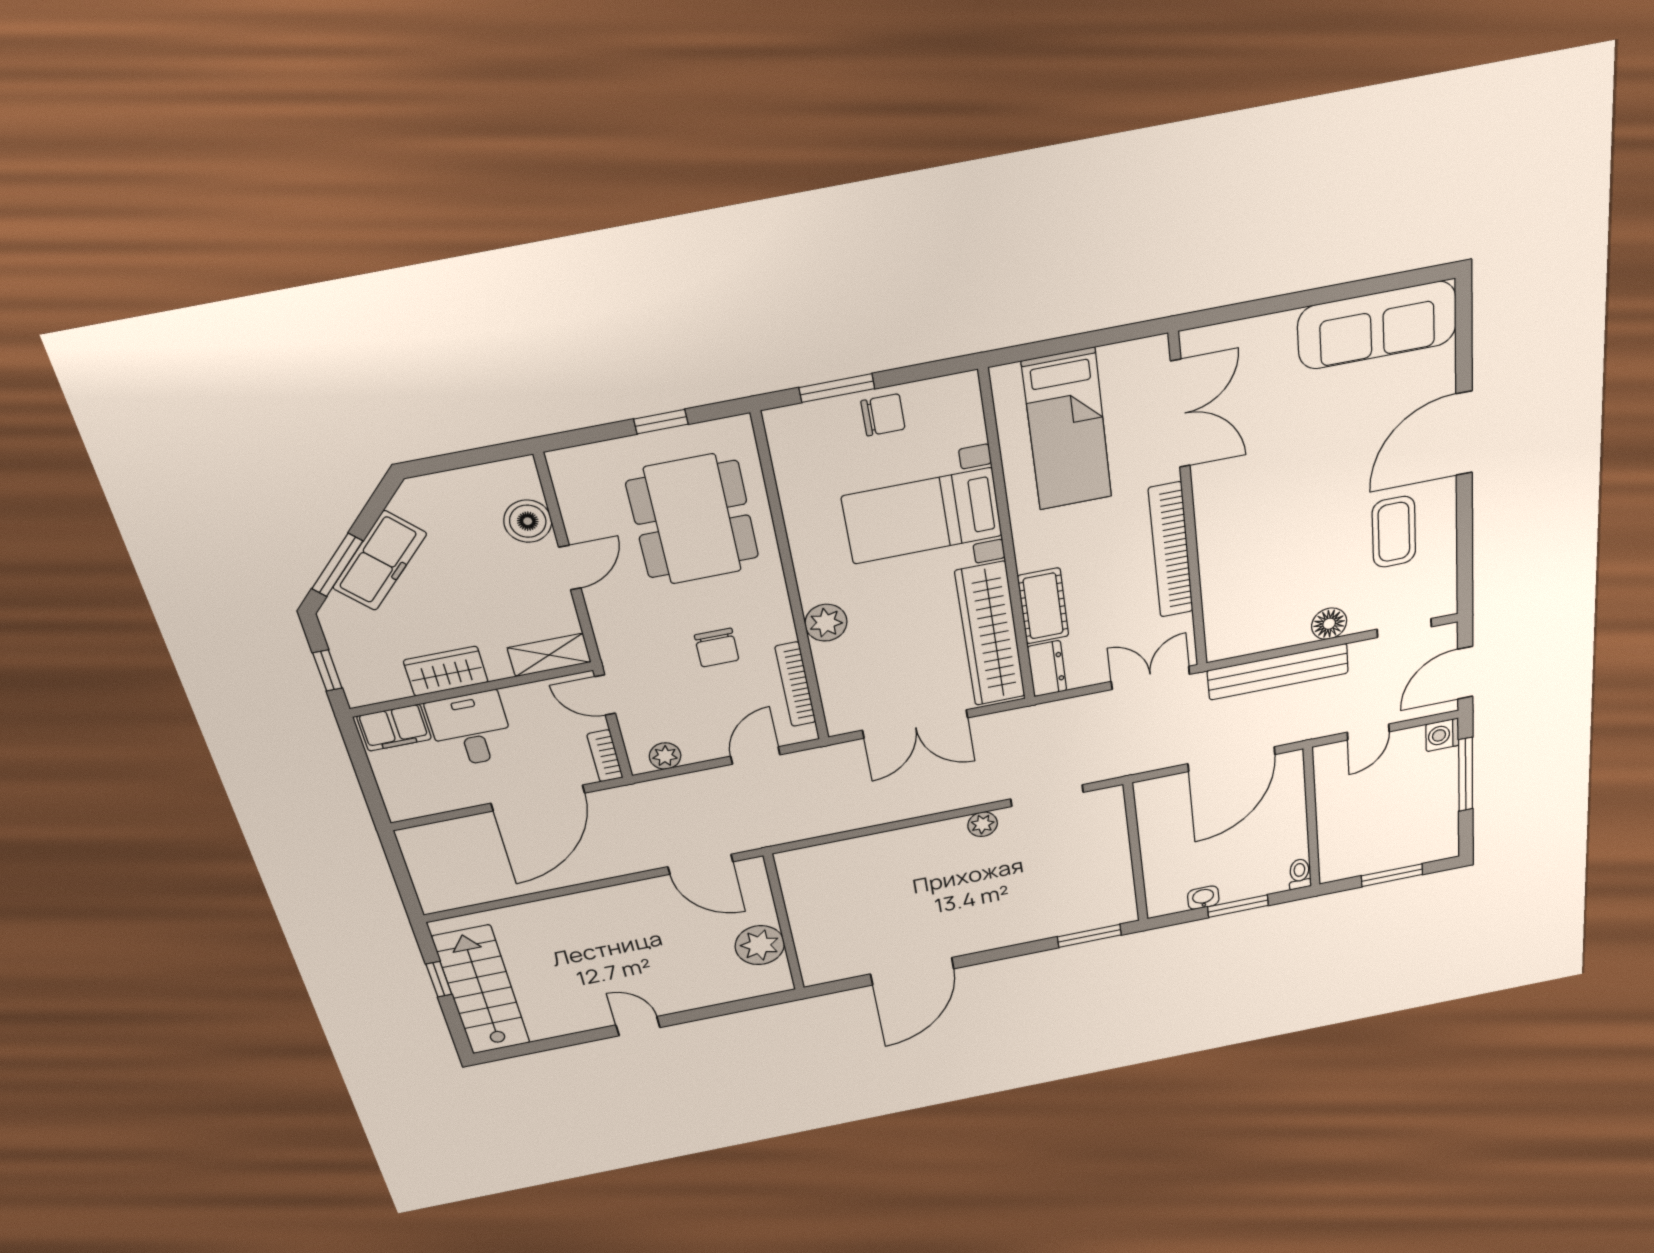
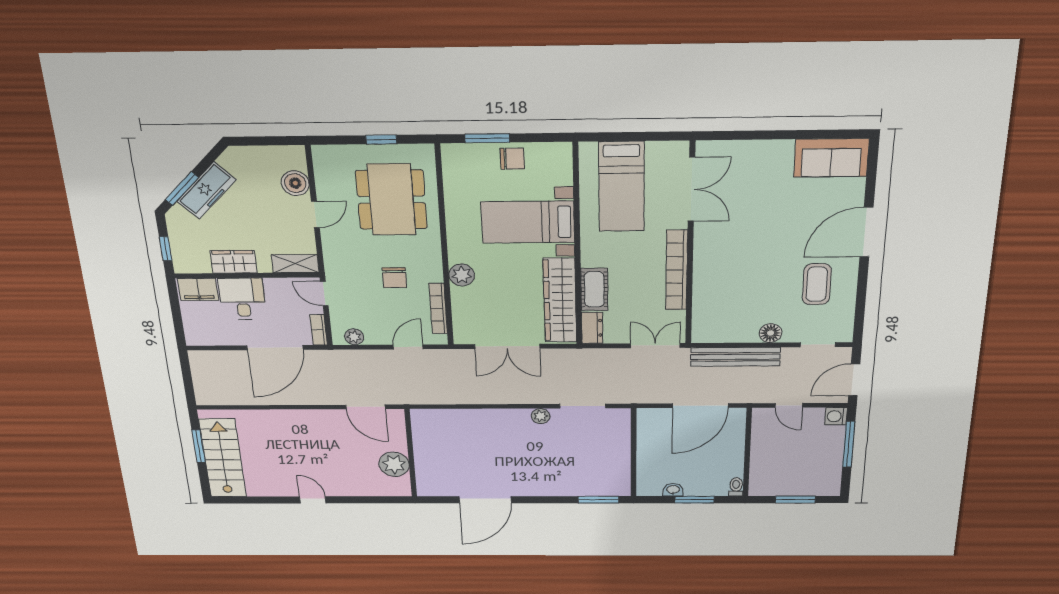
sofa: (1377, 325) -> (831, 158), width x0.73
door: (1368, 732) -> (789, 405), hinge flipped
window: (439, 979) -> (199, 446), width x1.50

